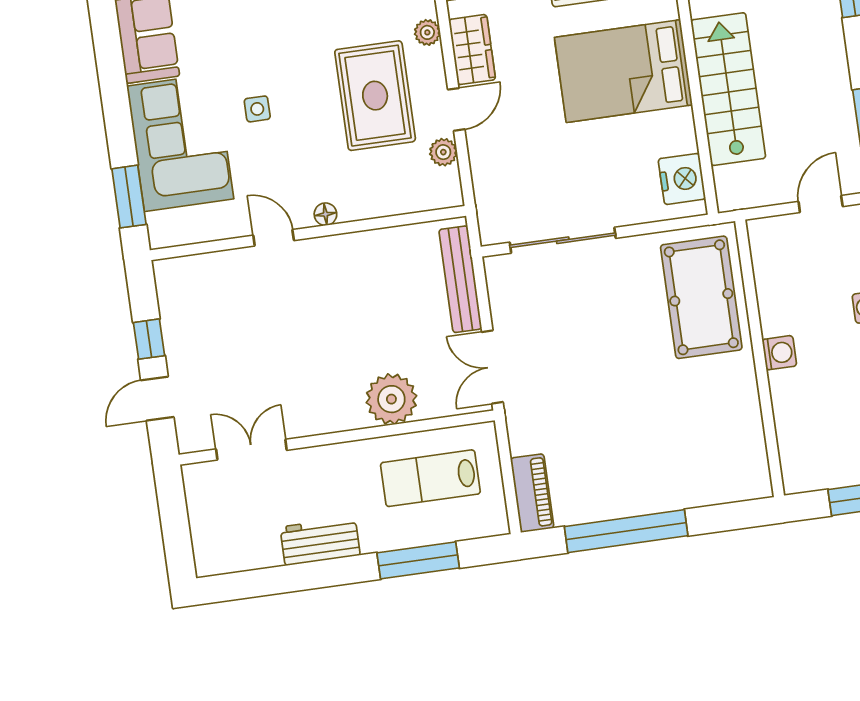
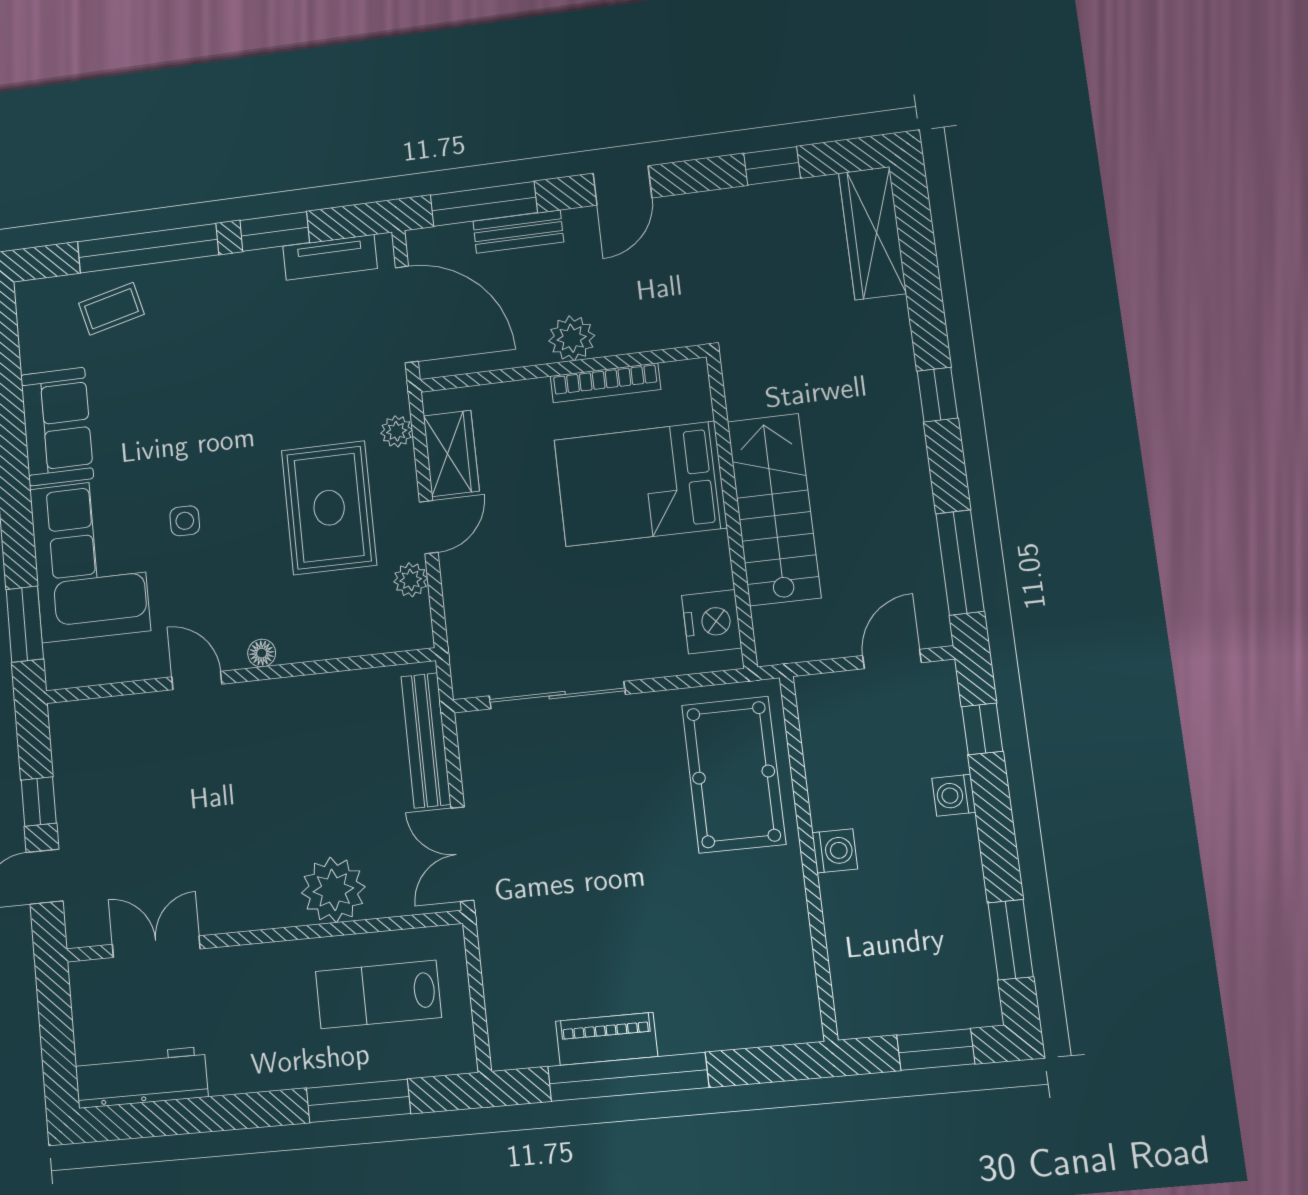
piano: (532, 493) -> (607, 1039), moved, turned -90
workbench: (320, 541) -> (141, 1078), moved, width x1.38

